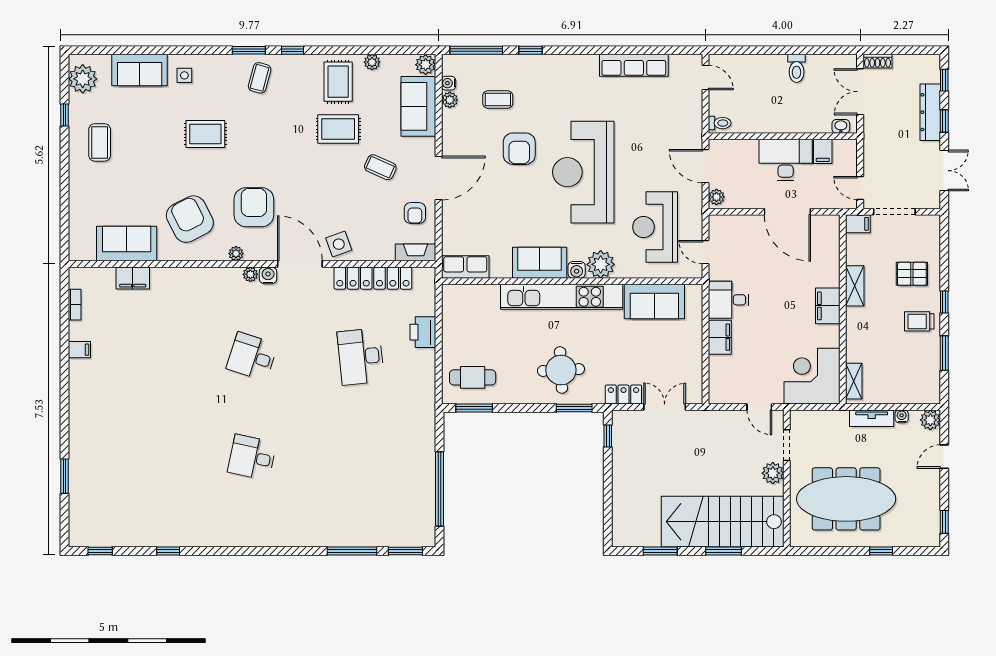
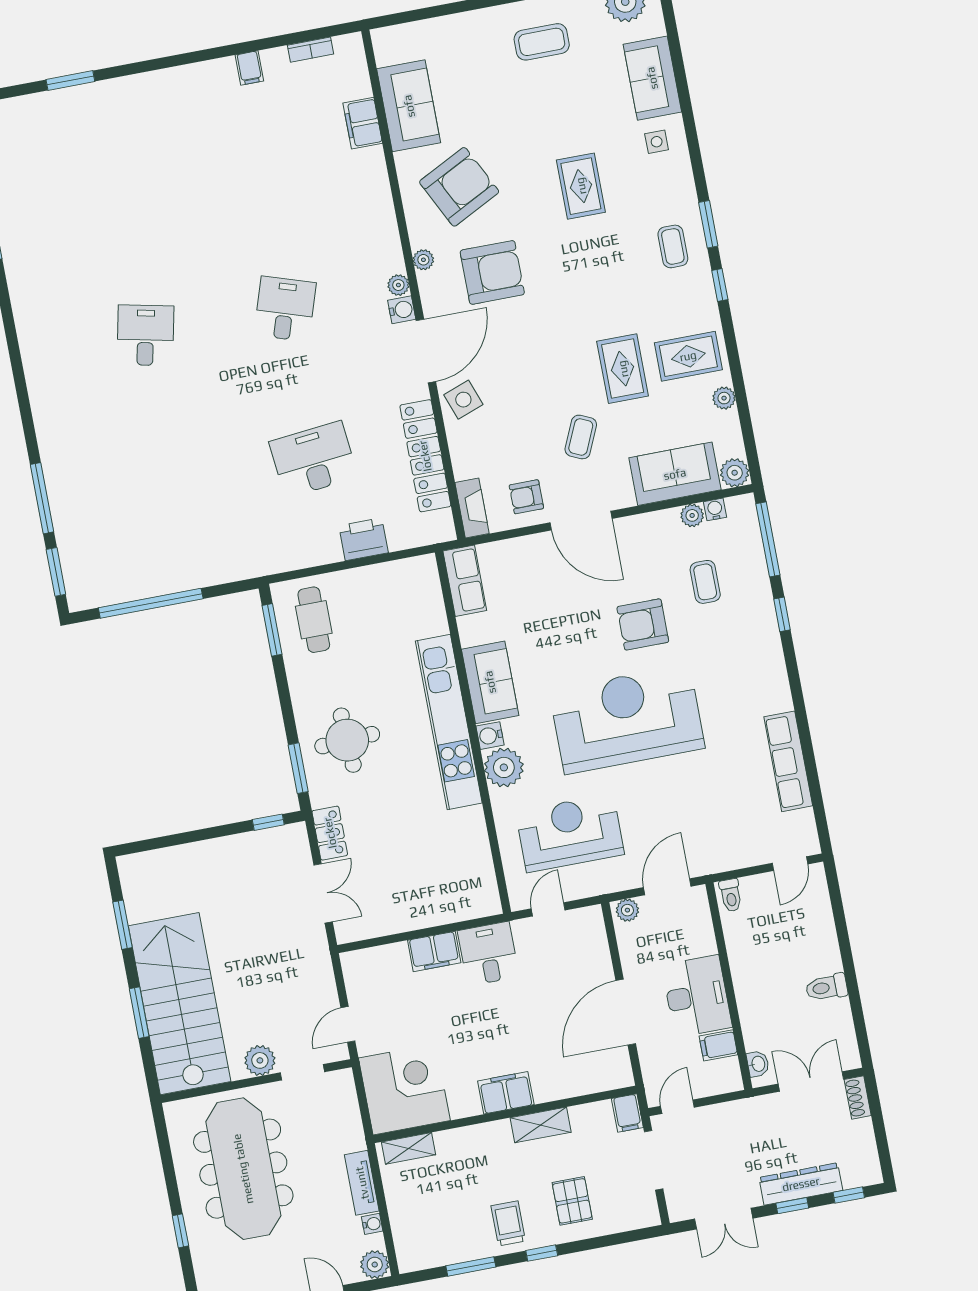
coffee table: (260, 78) -> (673, 246), turned 75
sofa: (654, 302) -> (466, 852), removed

